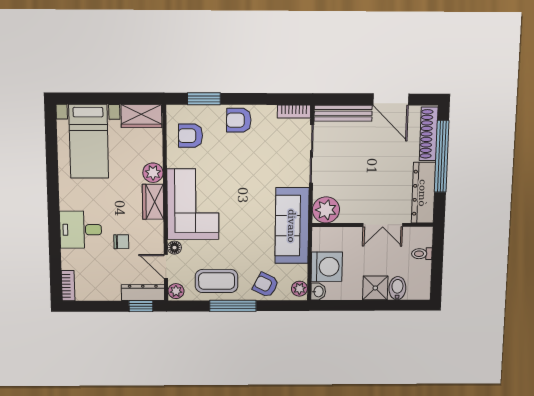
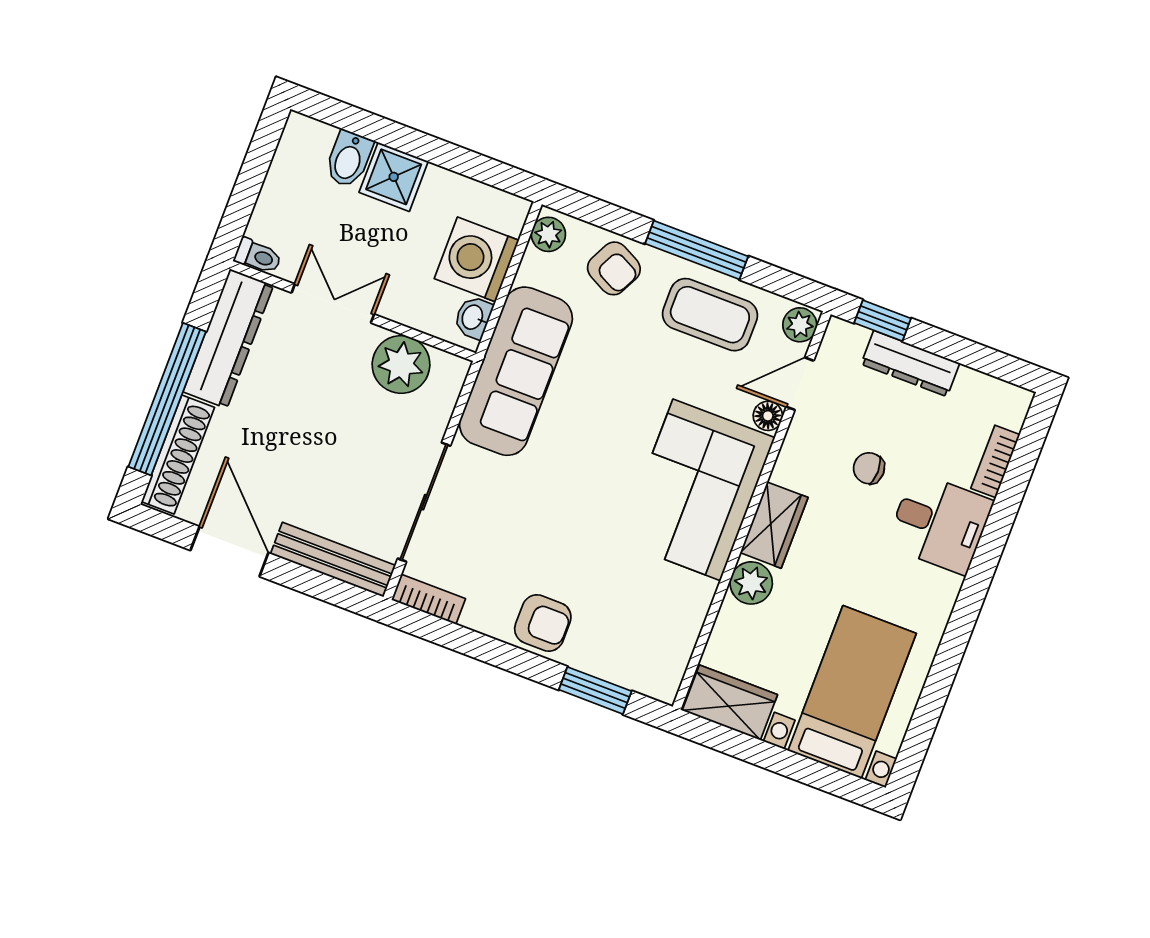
armchair: (190, 136) -> (649, 628), removed
plant: (326, 210) -> (401, 364), moved
toilet: (422, 254) -> (258, 256), moved
door: (166, 266) -> (800, 384), swing flipped
bookcase: (68, 286) -> (995, 461), moved
washbasin: (318, 292) -> (473, 317), moved
dresser: (143, 293) -> (910, 364), moved

